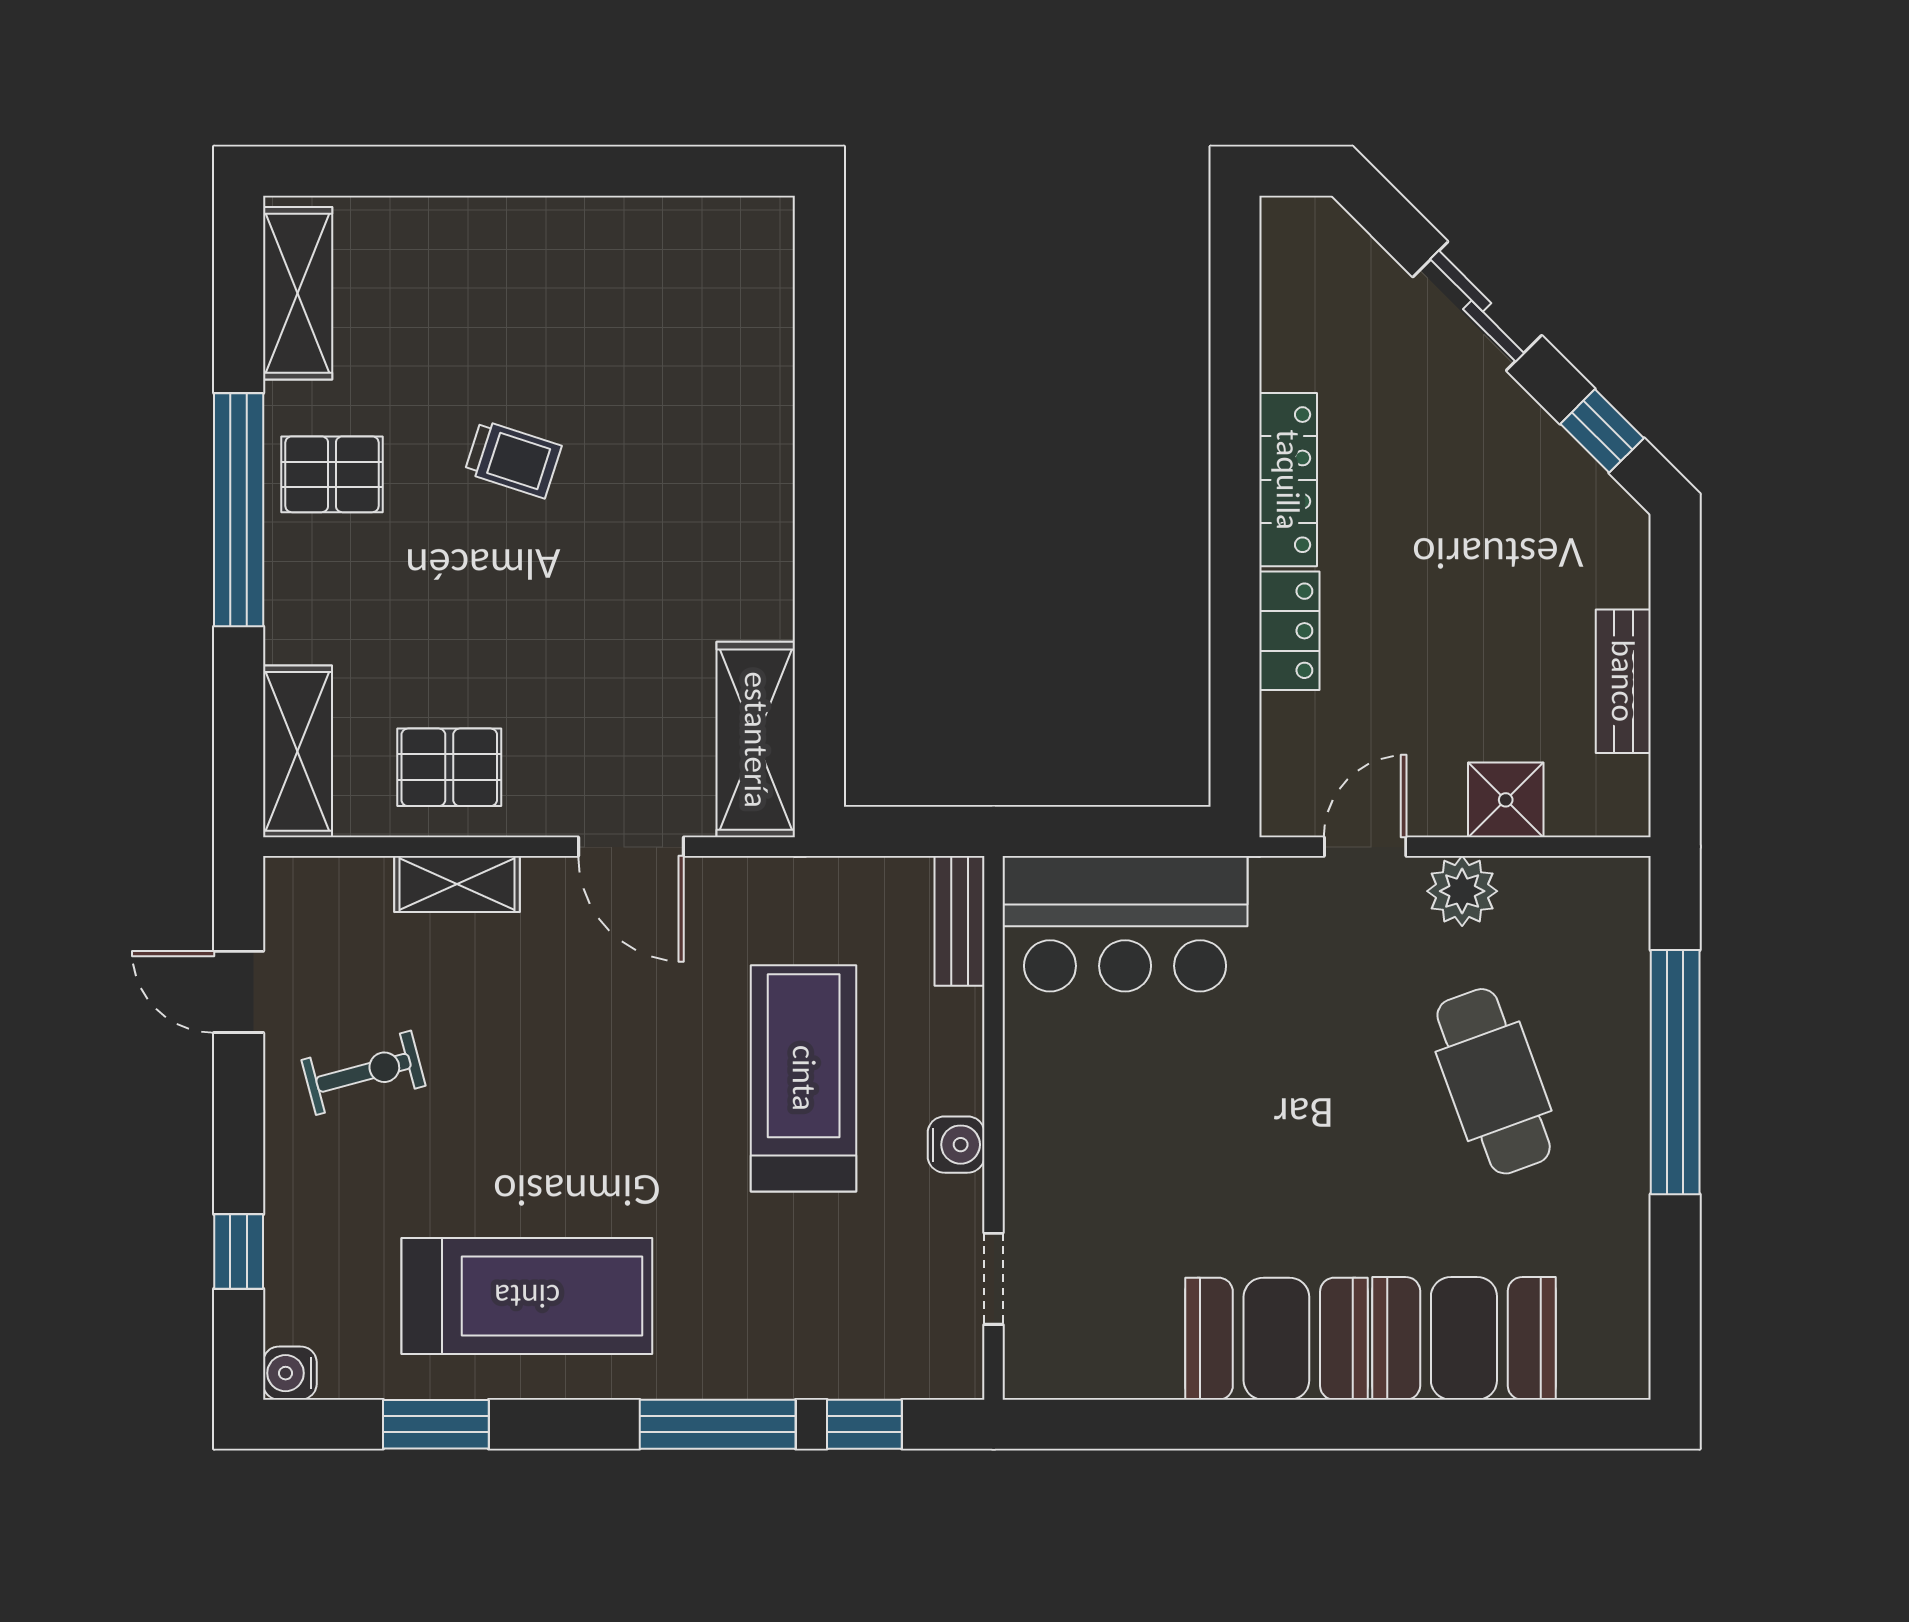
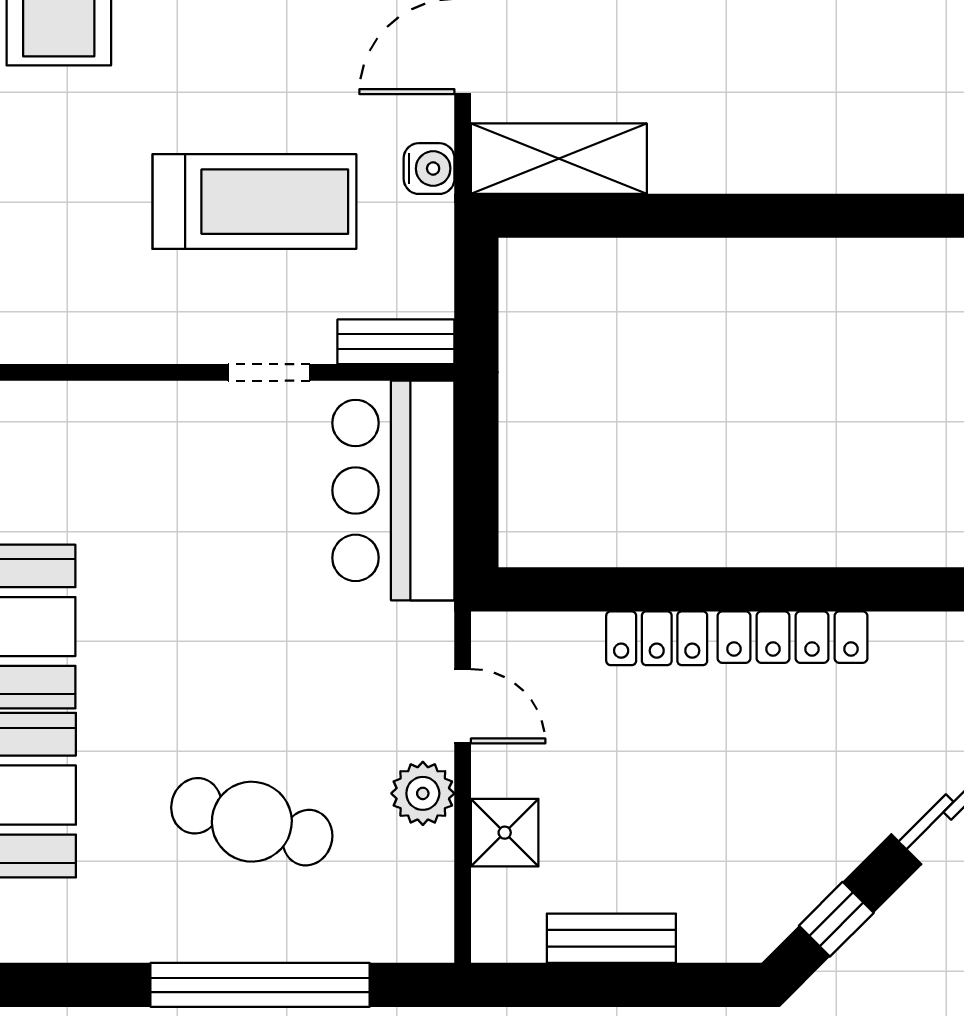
cafe table: (1494, 1081) -> (252, 822), turned 36
water cooler: (956, 1145) -> (429, 169), moved, turned -90
doorway: (994, 1279) -> (269, 372), moved

